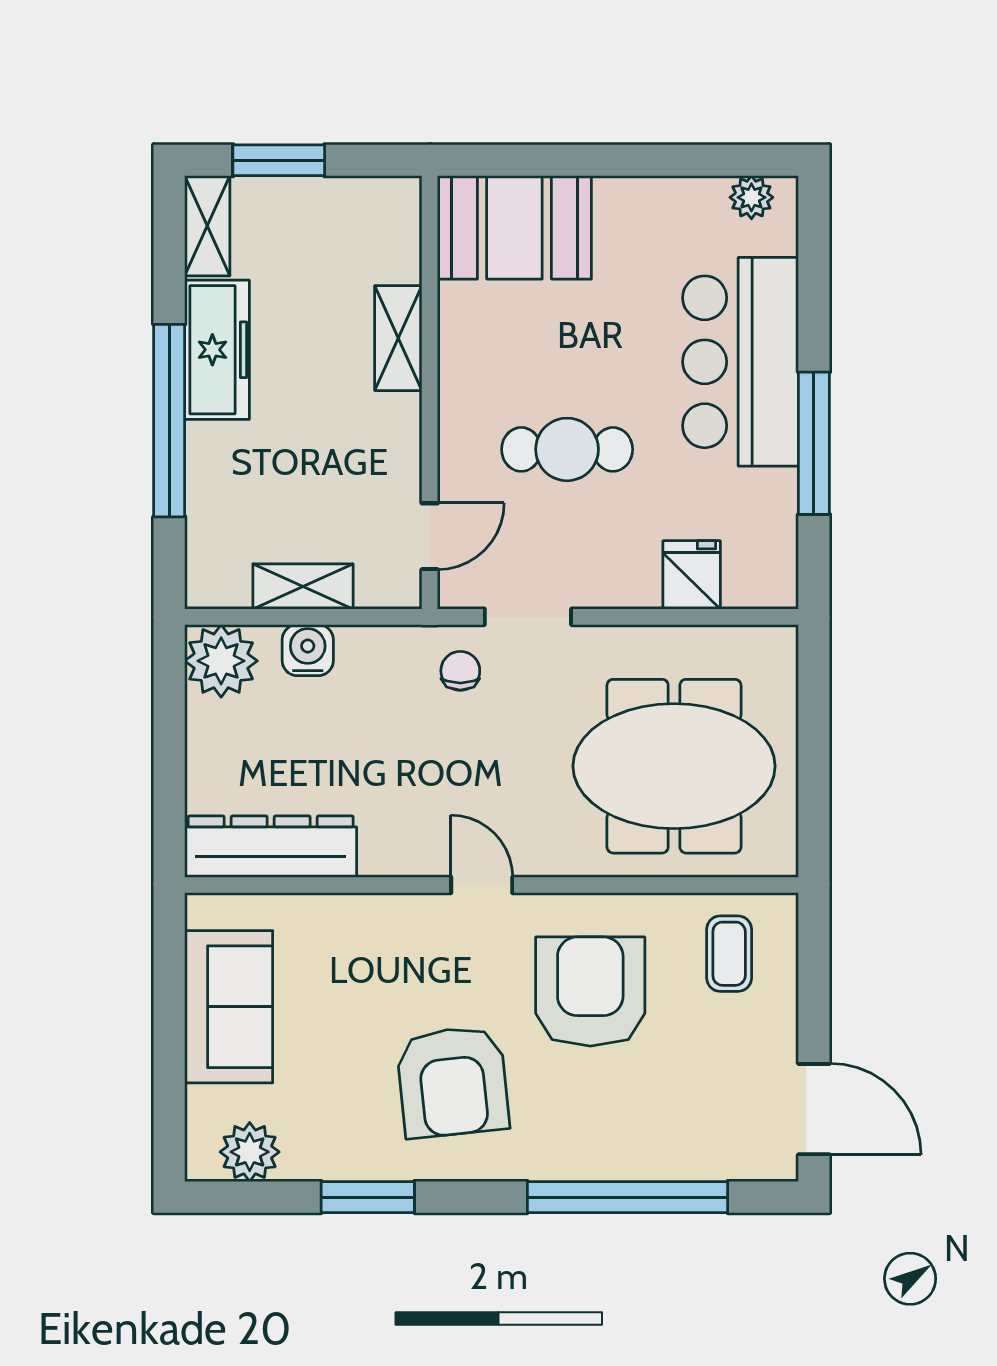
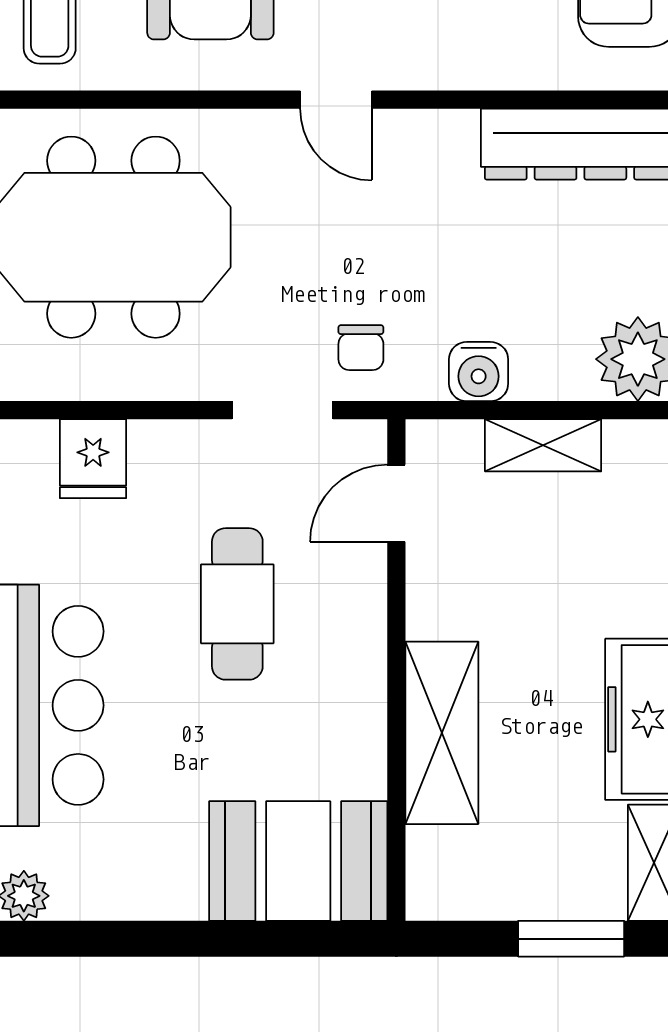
shelving: (398, 338) -> (442, 733), width x1.50, depth x1.33
cafe table: (567, 449) -> (237, 604), turned 90
water cooler: (308, 650) -> (479, 372), moved

